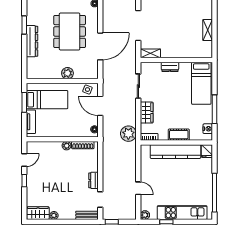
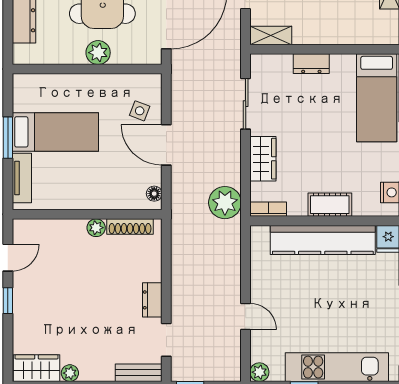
plant: (67, 73) -> (98, 53), moved
wall: (62, 81) -> (87, 69), moved

